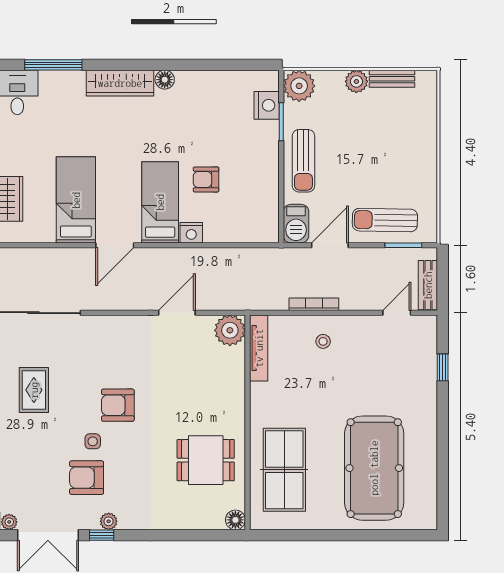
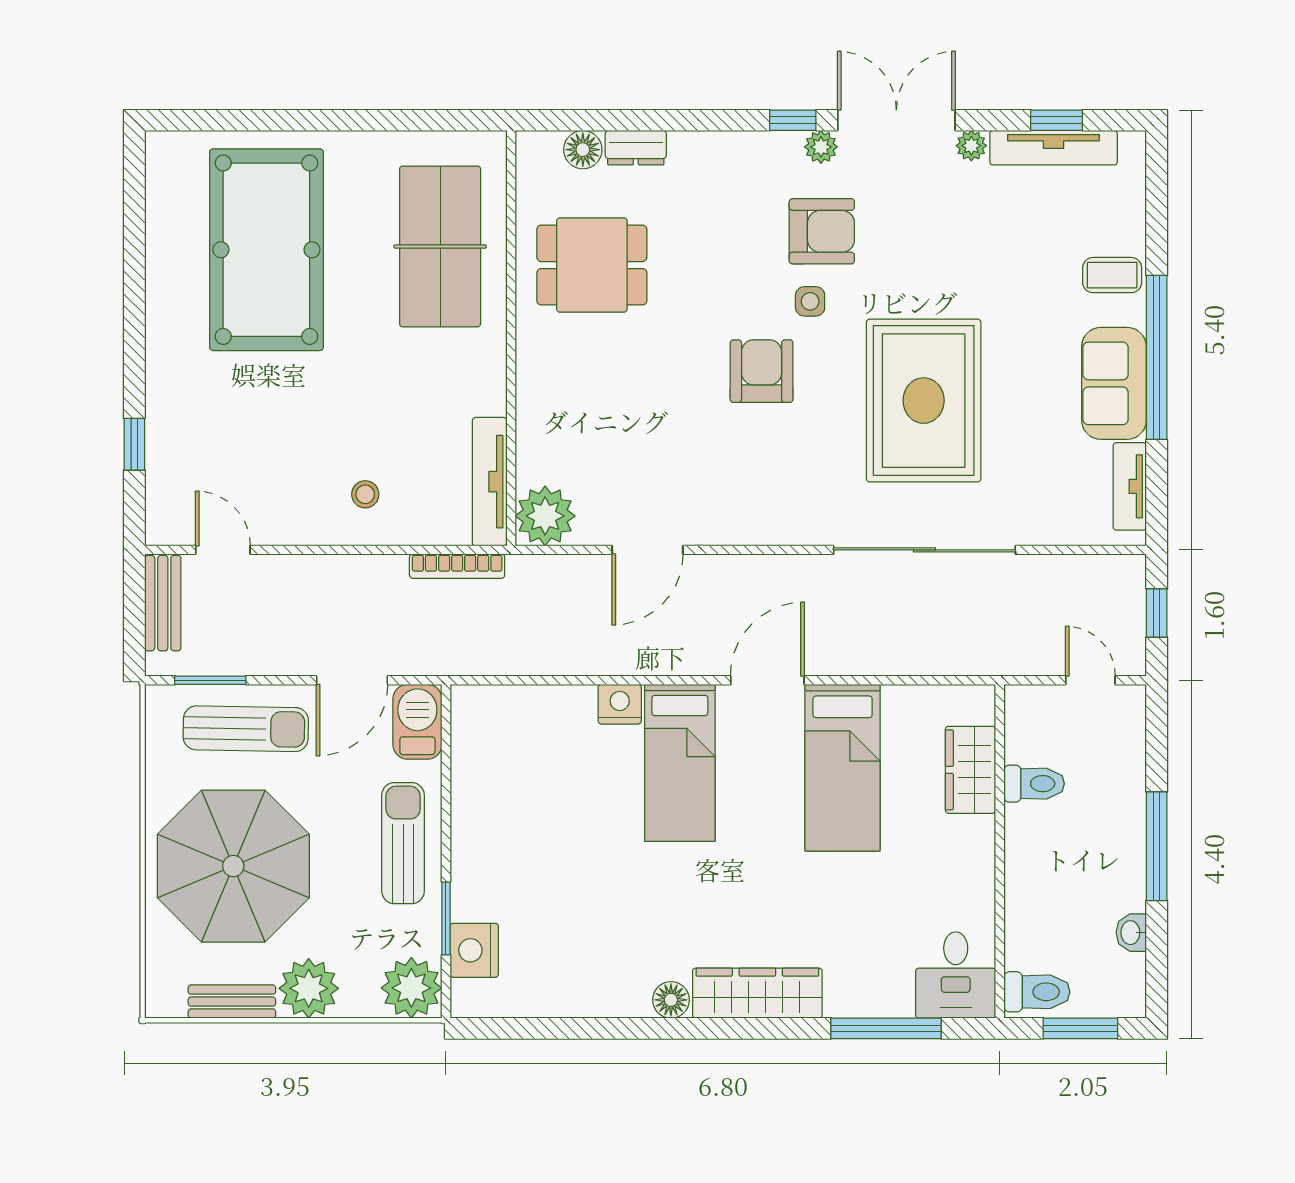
plant: (356, 81) -> (309, 988), width x1.36, depth x1.36
parasol: (391, 149) -> (233, 866), added
armchair: (206, 179) -> (591, 807), removed
bookcase: (314, 304) -> (457, 566), moved
door: (397, 313) -> (223, 550), swing flipped
rug: (34, 390) -> (924, 401), width x1.86, depth x2.06
armchair: (118, 405) -> (762, 371), turned -90
floor lamp: (235, 520) -> (583, 150), moved
plant: (109, 521) -> (821, 147), moved
dresser: (183, 521) -> (636, 148), added

